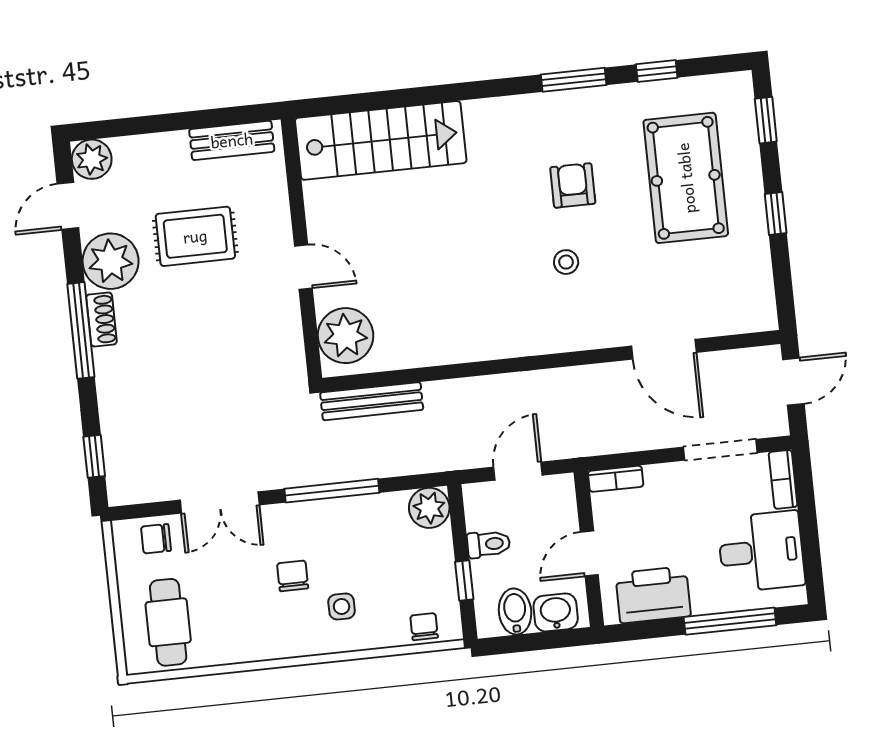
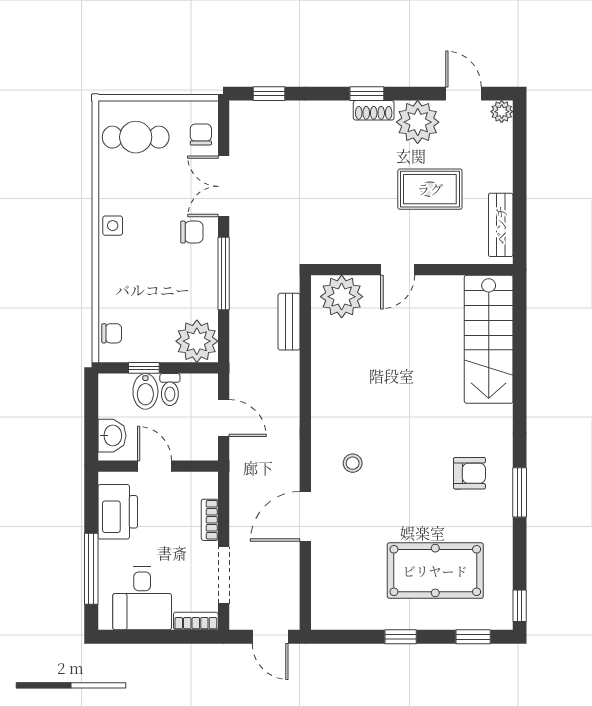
window: (657, 71) -> (520, 606), moved
plant: (92, 159) -> (502, 112), width x0.73, depth x0.73
armchair: (573, 185) -> (469, 473), moved
rug: (195, 236) -> (430, 189), turned 90
stool: (566, 262) -> (353, 463), moved
window: (81, 330) -> (367, 94), width x0.46
door: (664, 349) -> (305, 516), moved
bench: (372, 401) -> (289, 322), width x0.73
bookcase: (616, 479) -> (210, 520), moved
plant: (429, 508) -> (197, 341), width x1.36, depth x1.36
chair: (293, 576) -> (192, 232), moved
side table: (342, 606) -> (113, 226), moved
bidet: (515, 612) -> (145, 391), moved, turned 90

